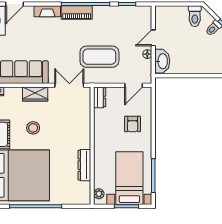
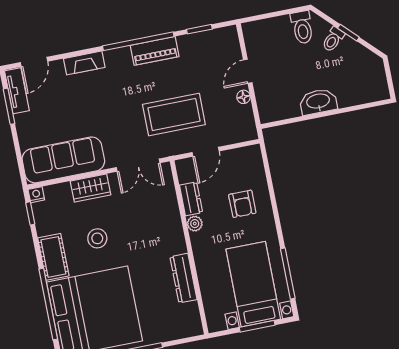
piano: (77, 12) -> (155, 51), moved
washbasin: (162, 61) -> (318, 102), moved, turned -90
double door: (69, 85) -> (138, 165), swing flipped
door: (134, 85) -> (206, 152), moved
dresser: (100, 97) -> (191, 199), moved
plant: (99, 194) -> (195, 224), moved

